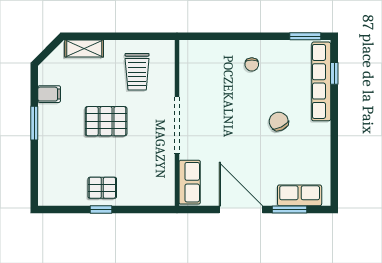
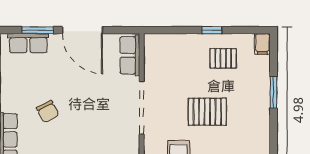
filing cabinet: (49, 94) -> (262, 44), moved, turned -90
window: (34, 123) -> (274, 92), moved
pallet: (102, 188) -> (223, 58), moved

